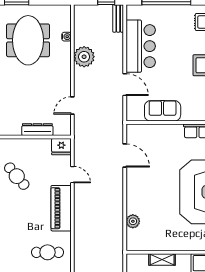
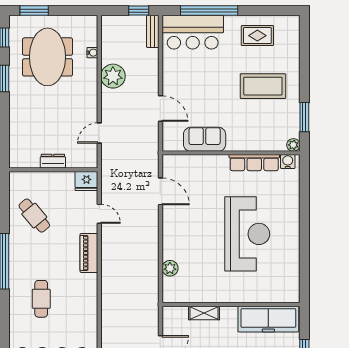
bar counter: (141, 46) -> (193, 32), moved, turned 90
dresser: (37, 130) -> (53, 161), width x0.70
piano: (61, 208) -> (89, 253), width x0.73, depth x0.75
cafe table: (47, 252) -> (41, 299), moved, turned 90

